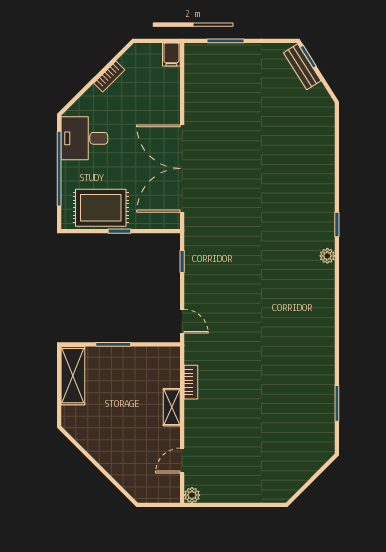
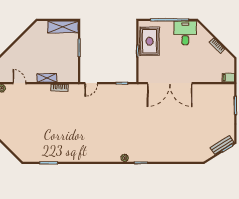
double door: (182, 169) -> (170, 83), swing flipped

